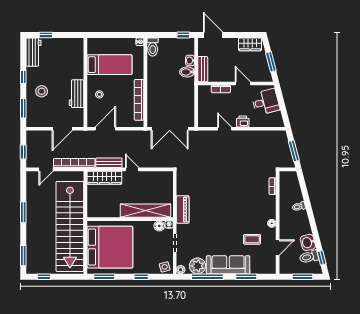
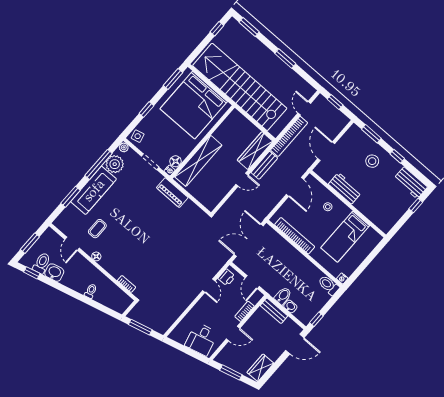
door: (196, 101) -> (252, 282), added
printer: (243, 121) -> (227, 277), moved
door: (225, 129) -> (209, 286), hinge flipped

